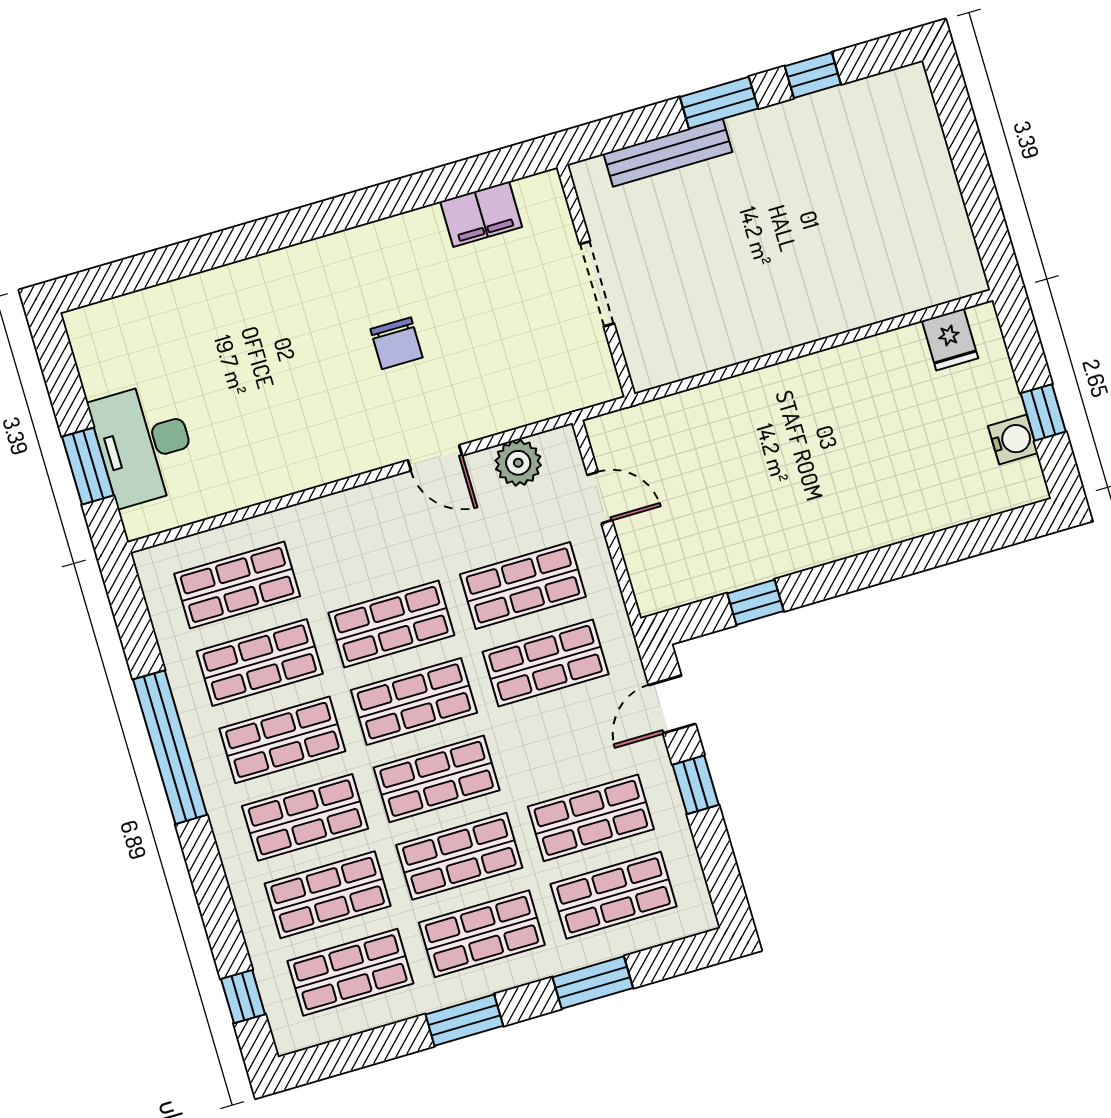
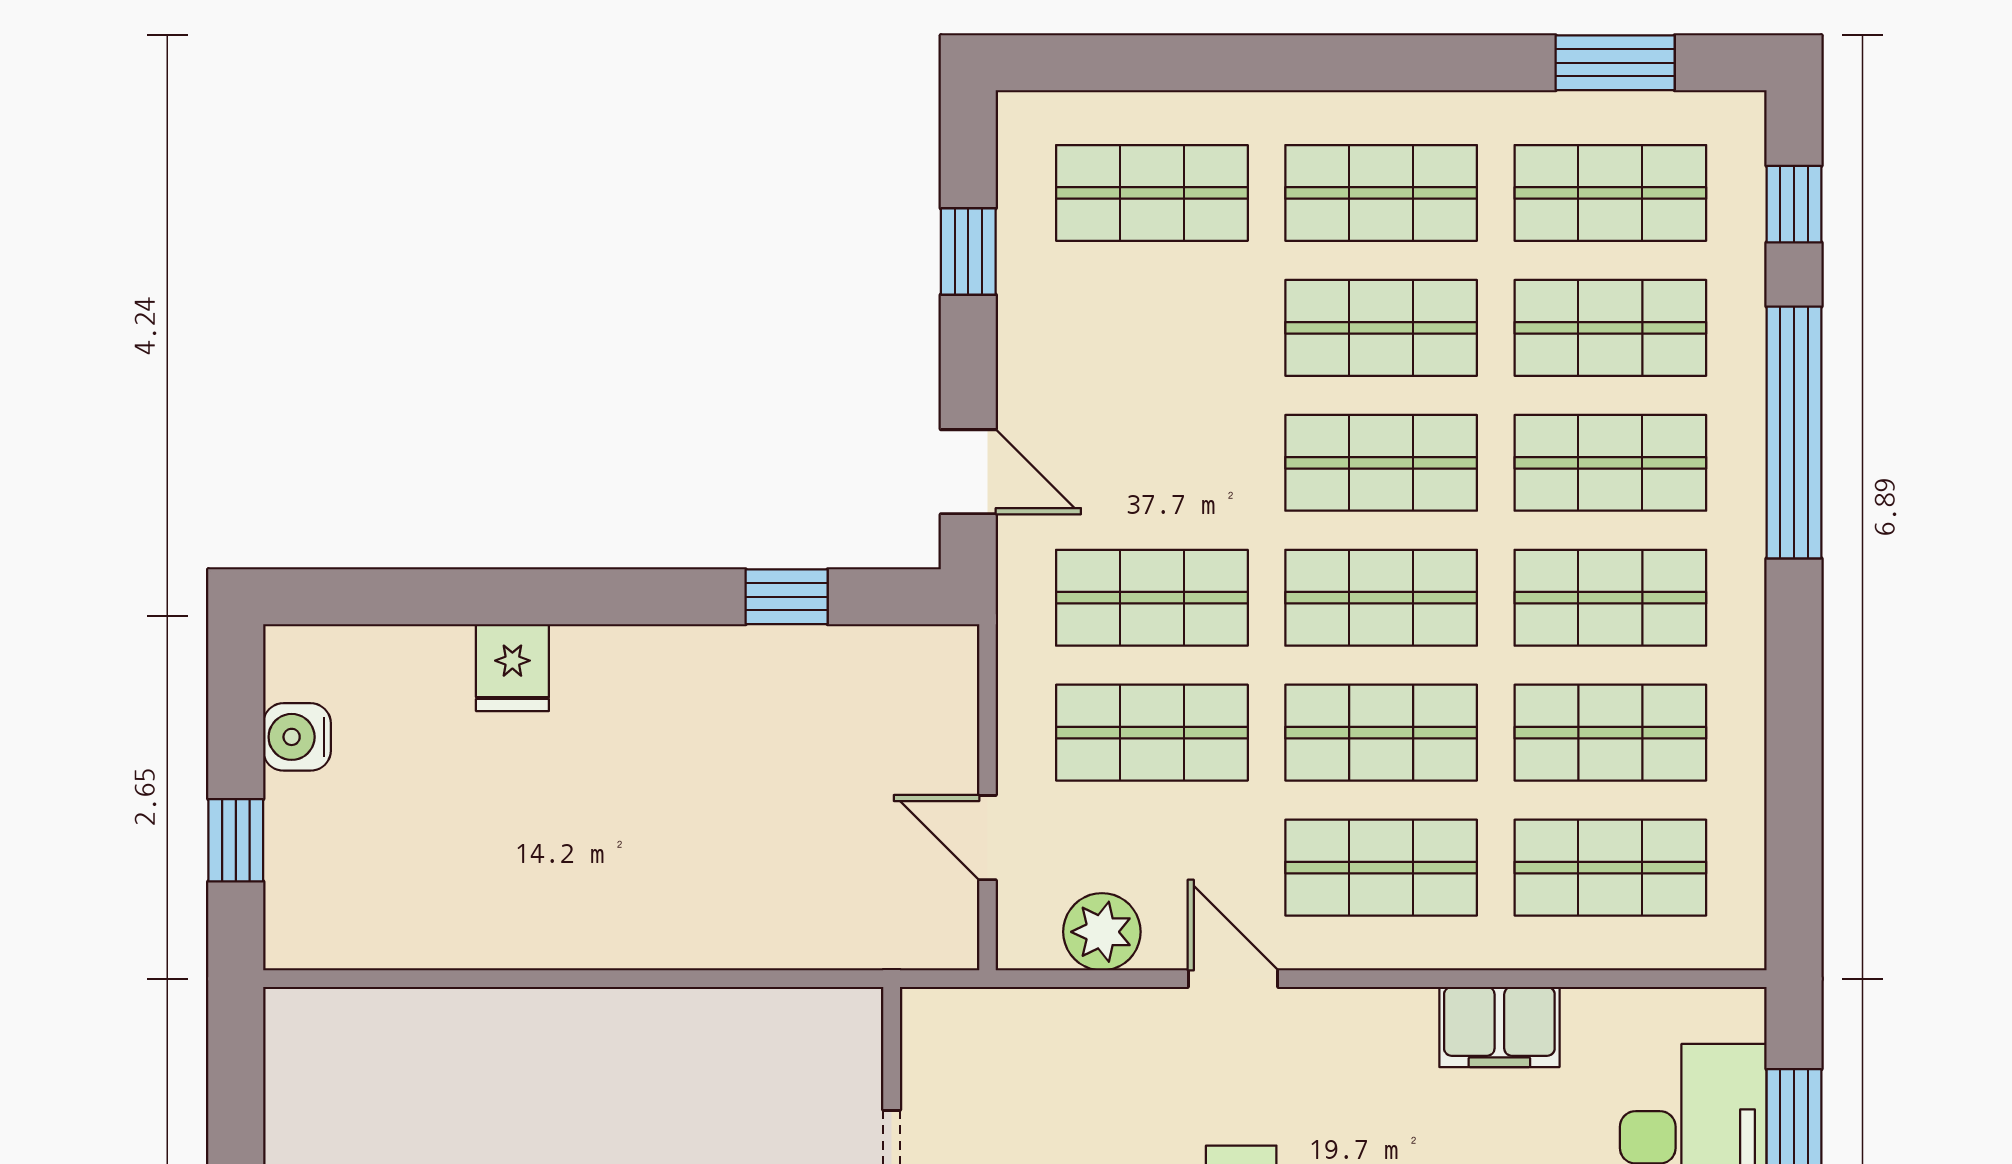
fridge: (950, 340) -> (512, 668), moved, turned 180
window: (1043, 412) -> (236, 840), moved
filing cabinet: (274, 475) -> (1499, 1027), added
door: (672, 705) -> (968, 472), hinge flipped
window: (170, 747) -> (1794, 432), moved
window: (696, 785) -> (968, 252), moved
shop shelf: (591, 818) -> (1381, 868), moved
window: (593, 983) -> (1226, 63), removed
window: (464, 1020) -> (1615, 63), moved

